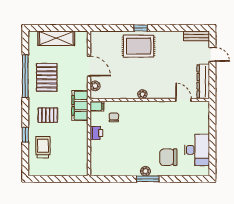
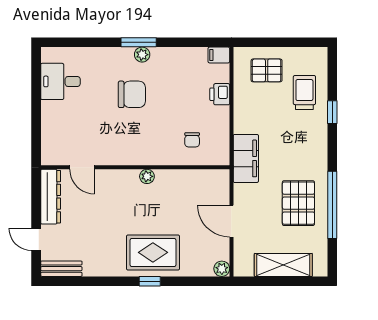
plant: (95, 86) -> (222, 269), moved
filing cabinet: (97, 106) -> (219, 55), moved
pallet: (48, 115) -> (267, 70), moved
printer: (96, 133) -> (220, 94), moved
trolley: (43, 147) -> (304, 92), turned 180
desk: (197, 150) -> (60, 81), width x0.73
chair: (168, 157) -> (132, 94), moved

